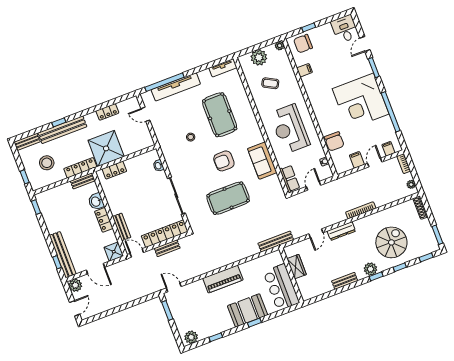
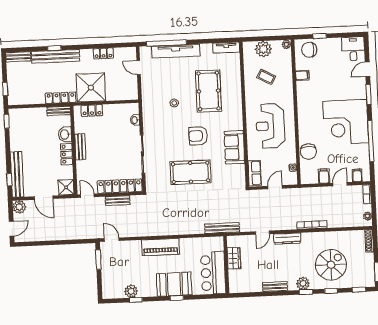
stool: (47, 163) -> (30, 83), removed
bench: (122, 227) -> (80, 147), moved
plant: (191, 337) -> (131, 291), moved

